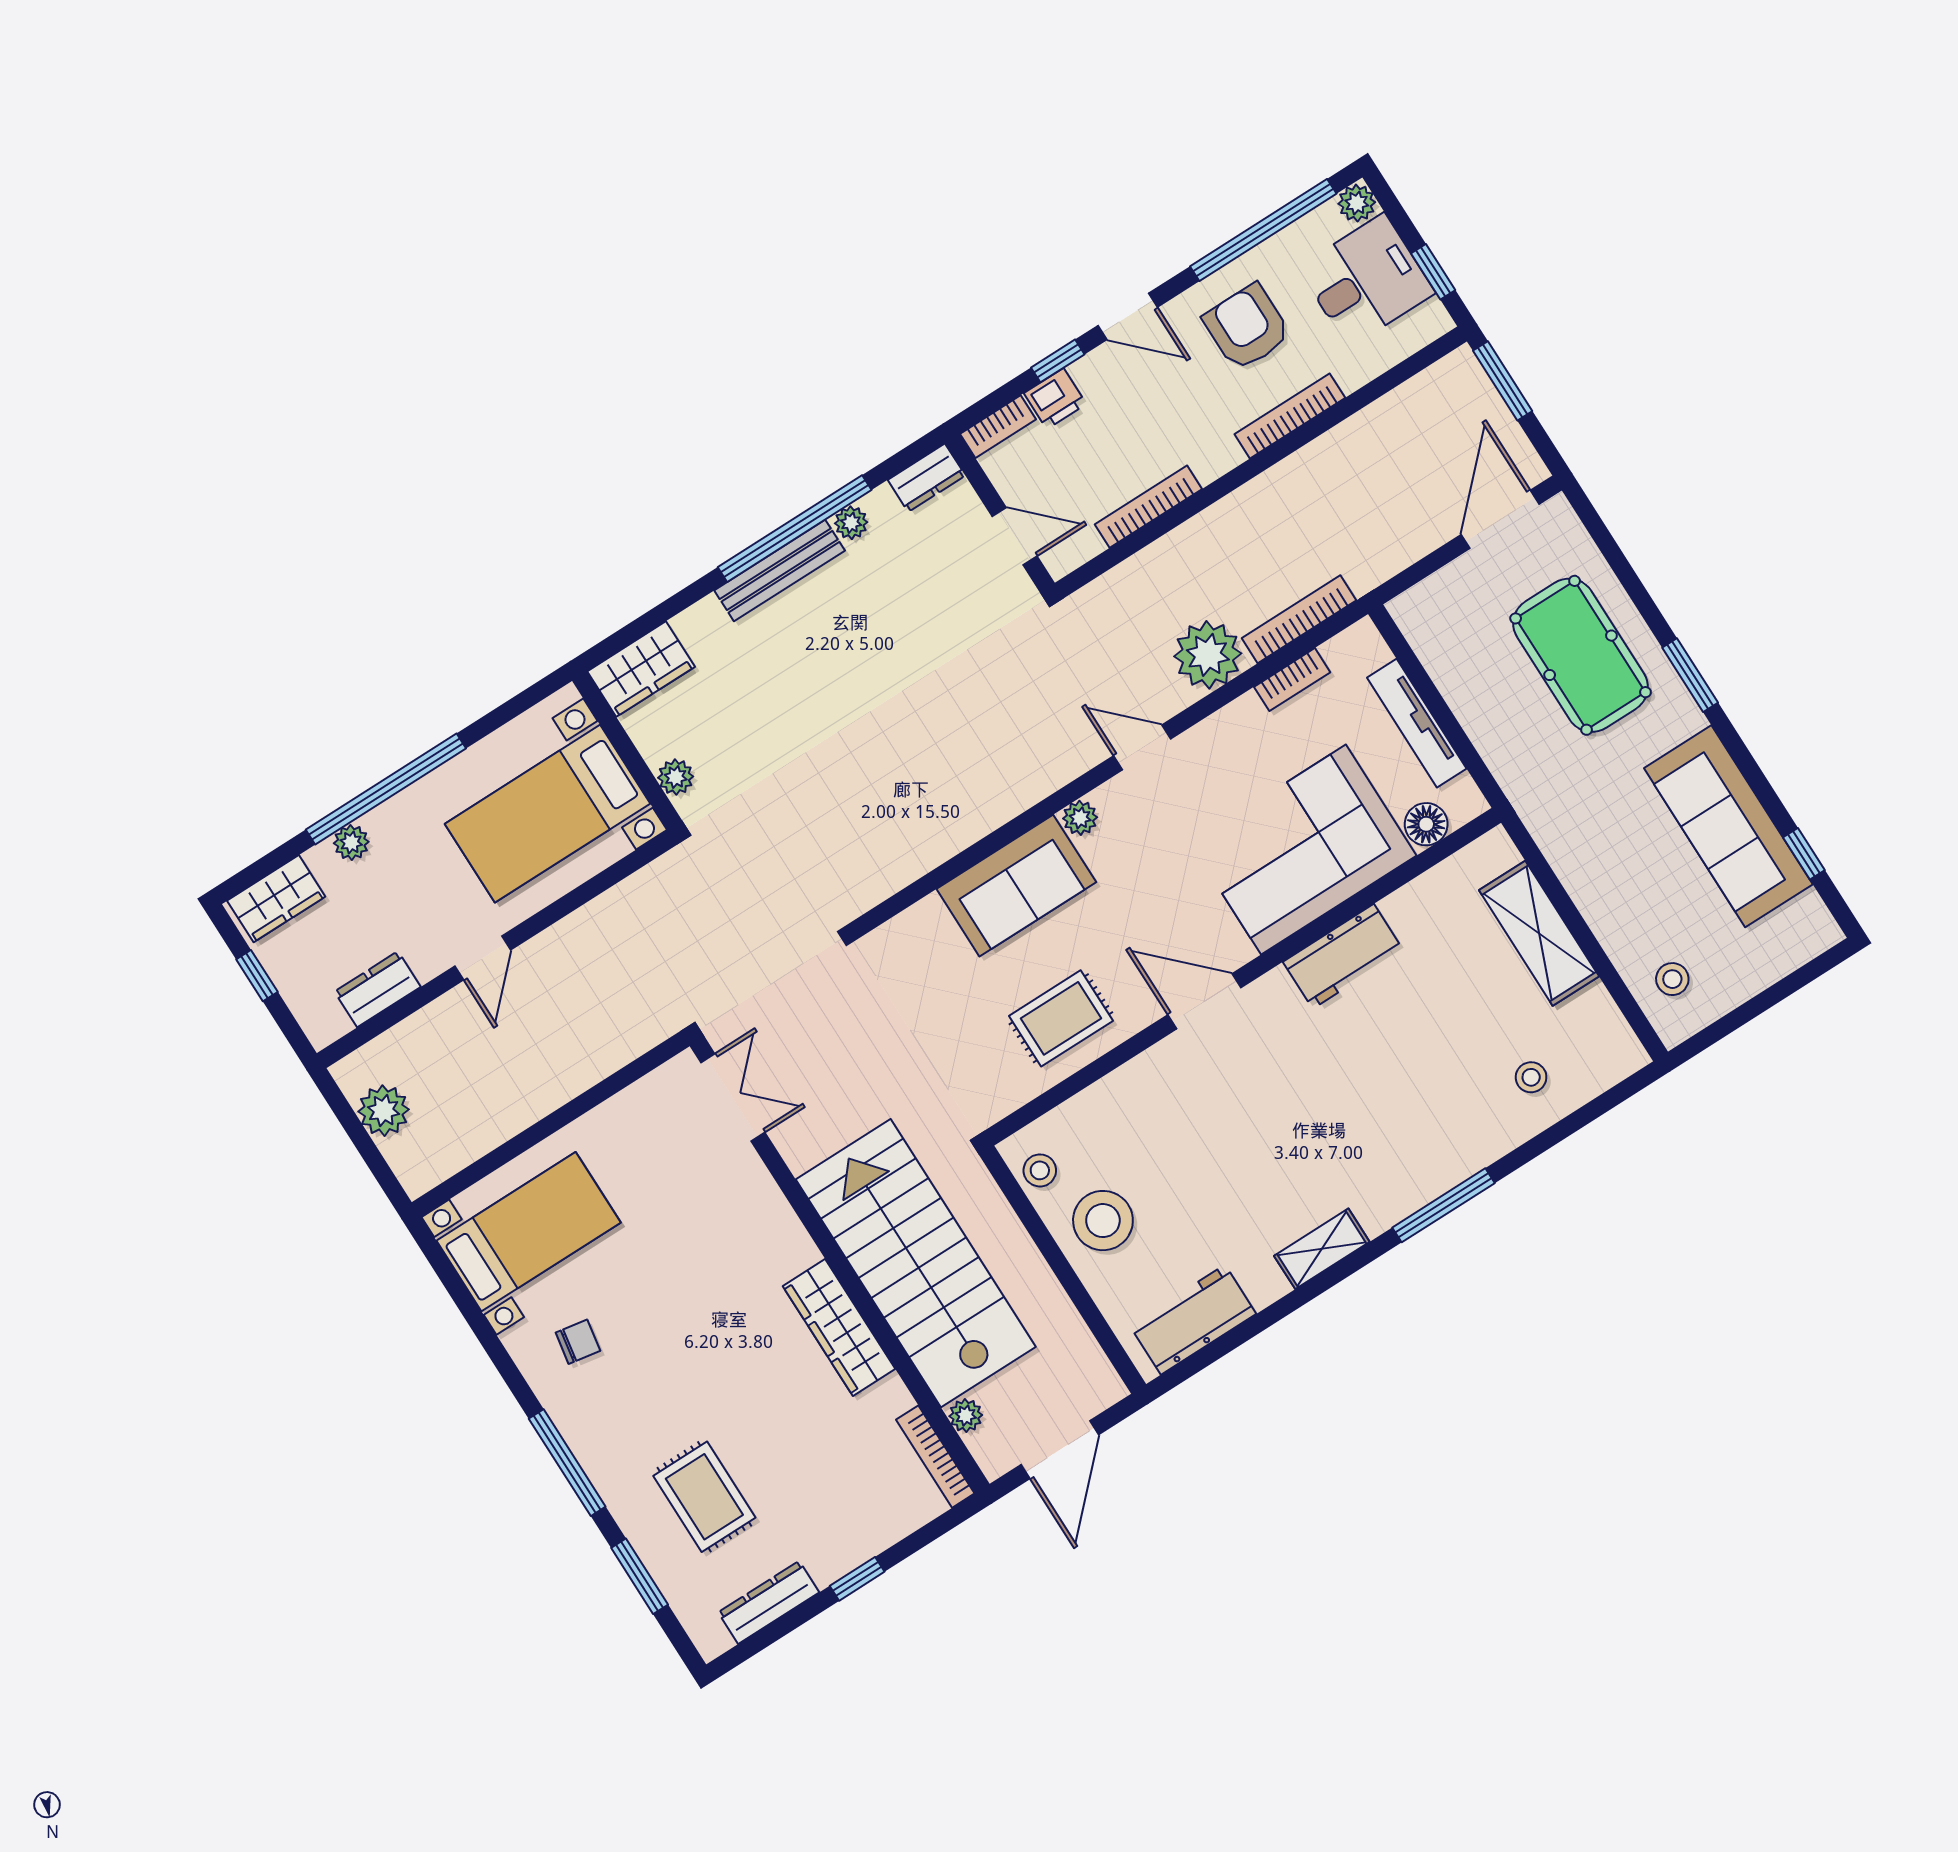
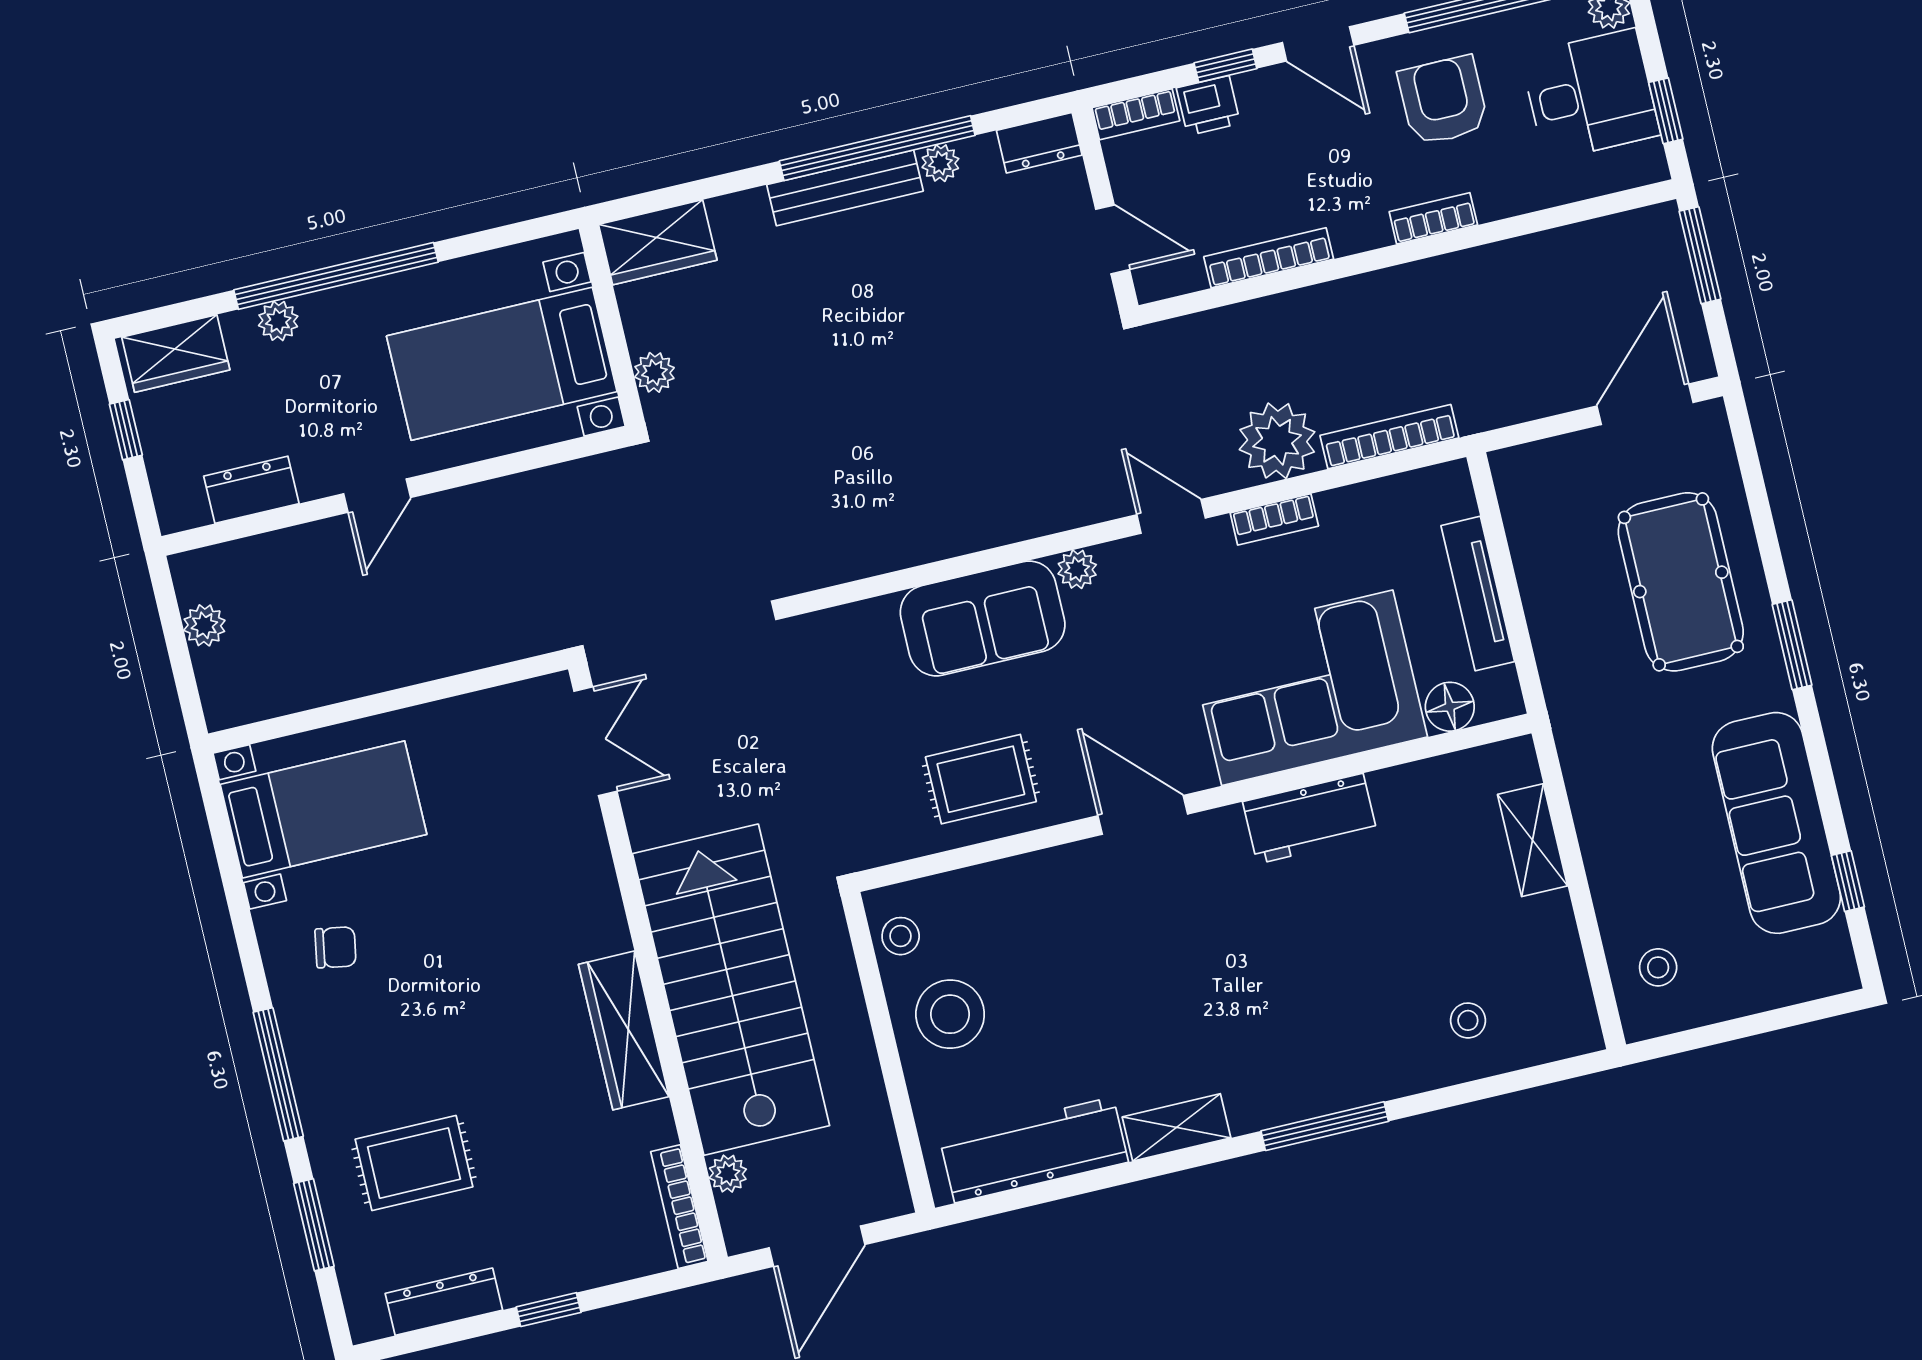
bookcase: (1290, 416) -> (1433, 218), width x0.64
bookcase: (1292, 680) -> (1274, 519), moved
shelving: (1539, 933) -> (1533, 840), width x0.67, depth x0.75
plant: (384, 1111) -> (204, 625), width x0.73, depth x0.73
workbench: (1193, 1320) -> (1034, 1150), width x1.38
rug: (704, 1497) -> (414, 1163), turned 90

